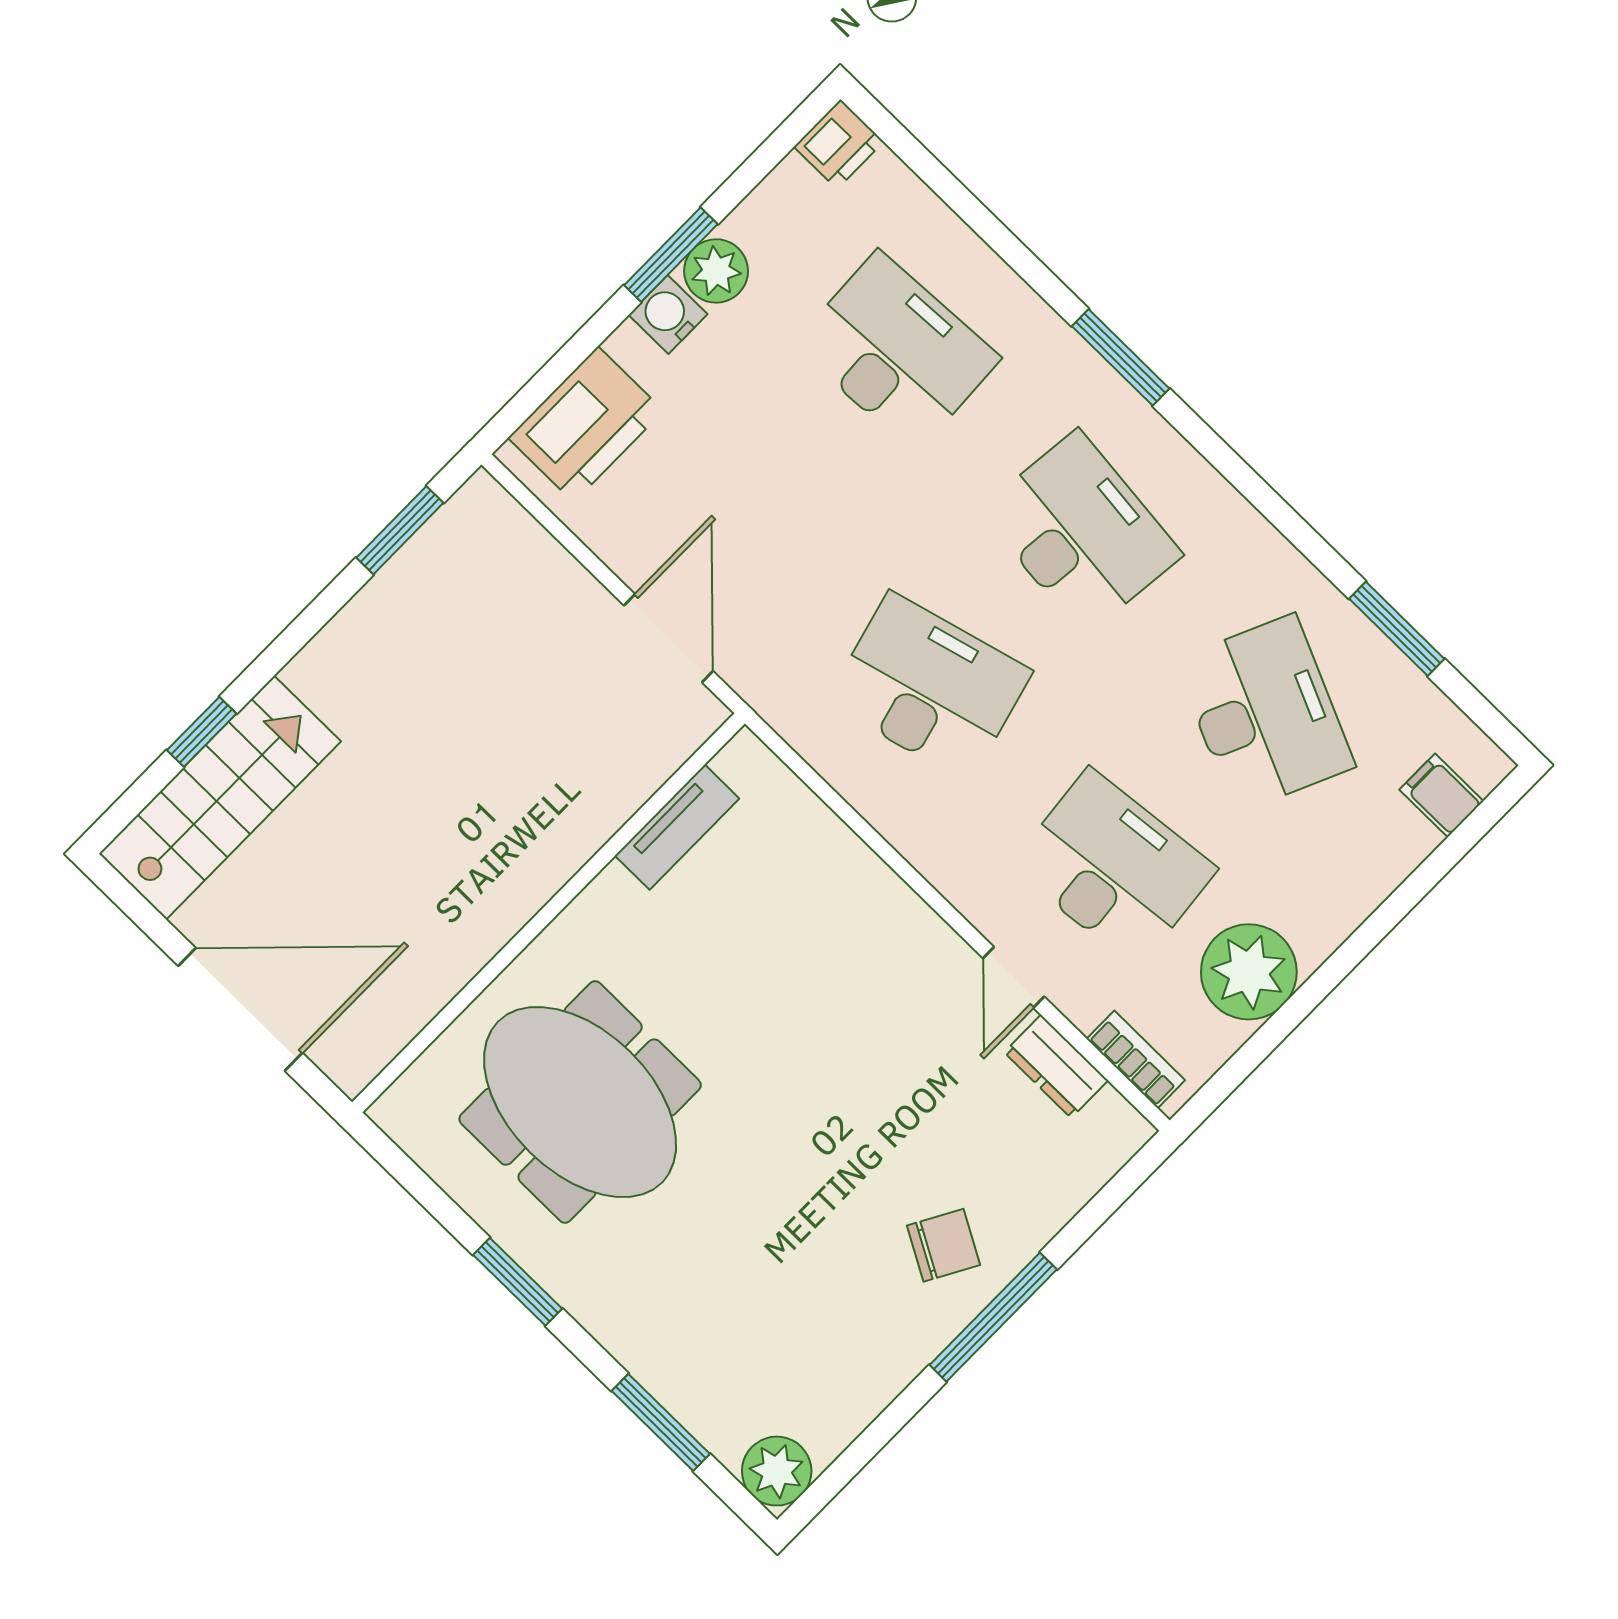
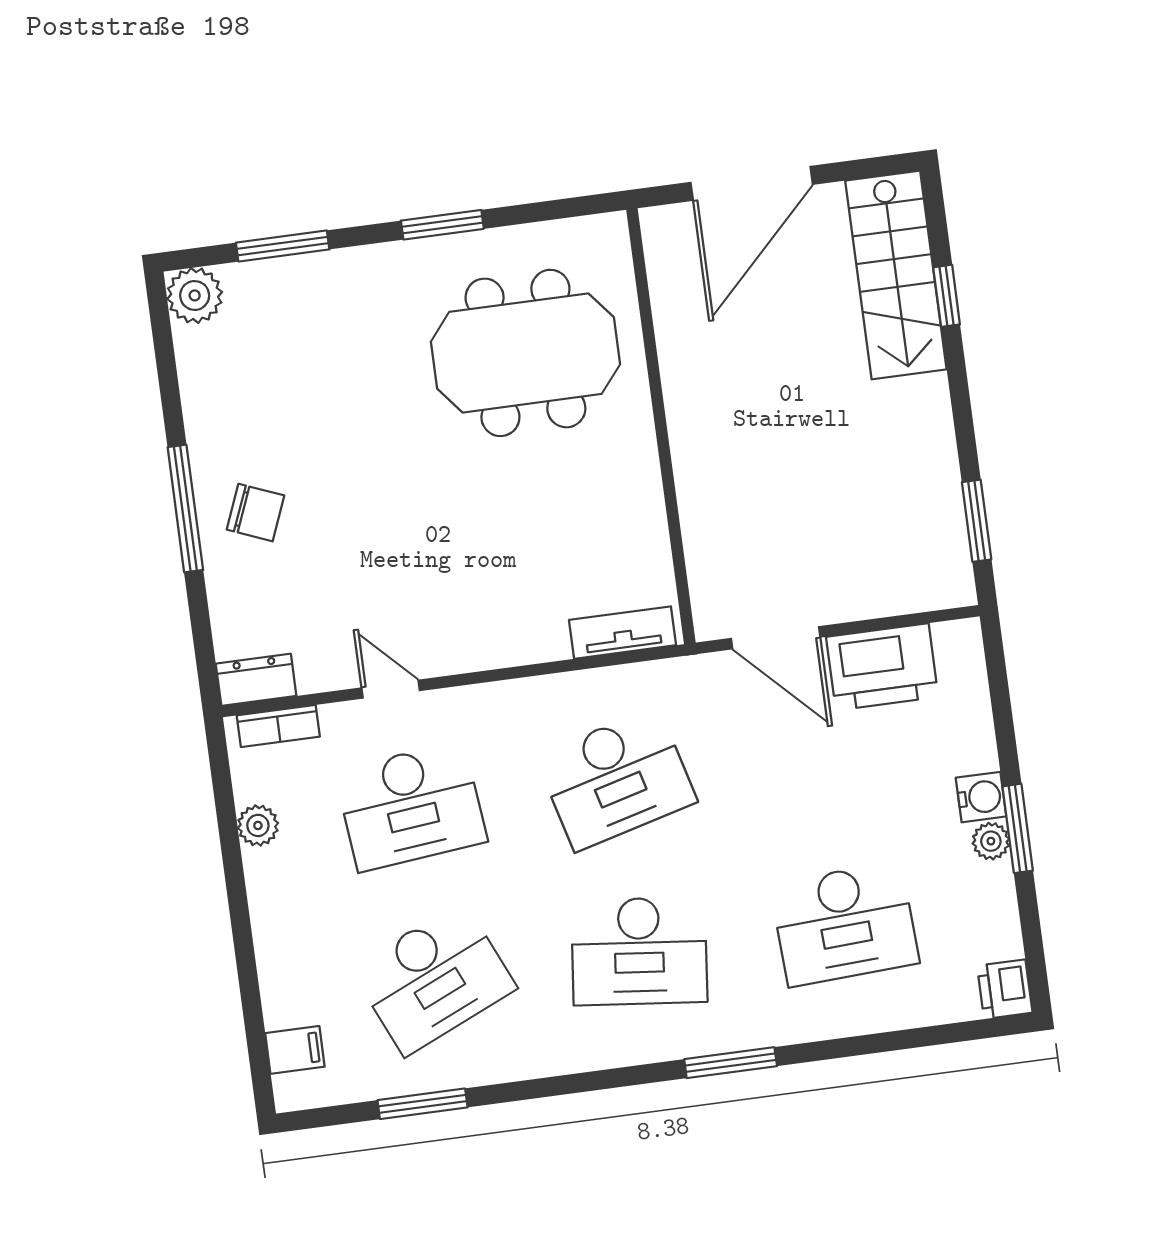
plant: (716, 271) -> (991, 841), width x0.73, depth x0.73
printer: (586, 424) -> (882, 667), moved, turned -90
desk: (1265, 713) -> (434, 979), turned -48
tv unit: (677, 827) -> (623, 633), moved, turned 90
plant: (1249, 972) -> (258, 825), width x0.53, depth x0.53
dresser: (1056, 1066) -> (256, 680), moved
chair: (943, 1245) -> (255, 513), turned -97

